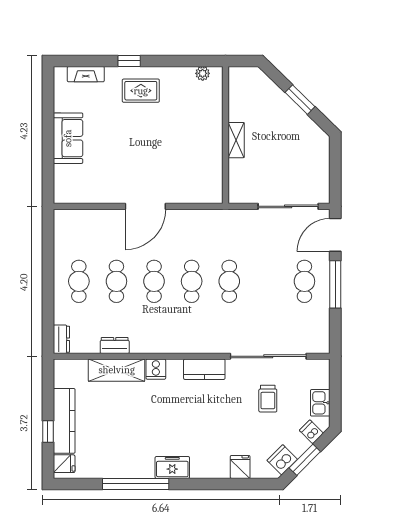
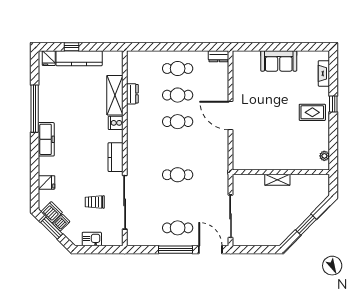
rug: (141, 91) -> (312, 112), turned 90
cafe table: (192, 281) -> (178, 148), removed
dresser: (61, 339) -> (219, 56), moved
dishwasher: (311, 432) -> (61, 223), moved
freezer: (172, 467) -> (46, 139), width x1.40

